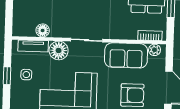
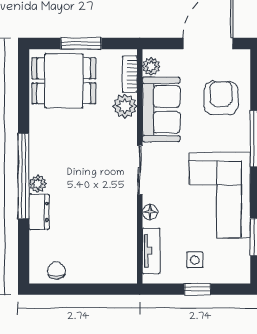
floor lamp: (43, 30) -> (127, 237), removed
plant: (129, 32) -> (125, 106), added
floor lamp: (59, 50) -> (150, 212), width x0.53, depth x0.53

